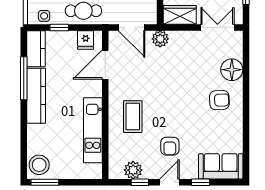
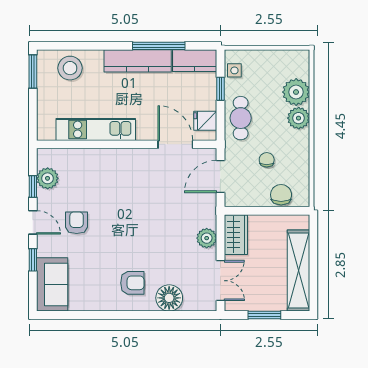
plant: (160, 39) -> (207, 238), moved
armchair: (219, 100) -> (132, 283), turned -88
coffee table: (133, 117) -> (112, 178), removed
armchair: (170, 146) -> (77, 223), turned 90
stool: (39, 165) -> (70, 68), moved

